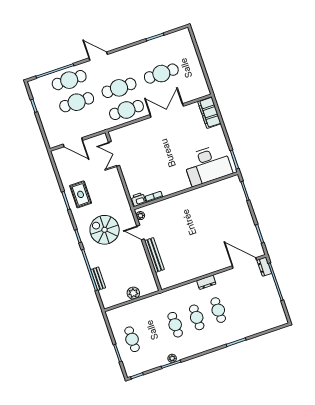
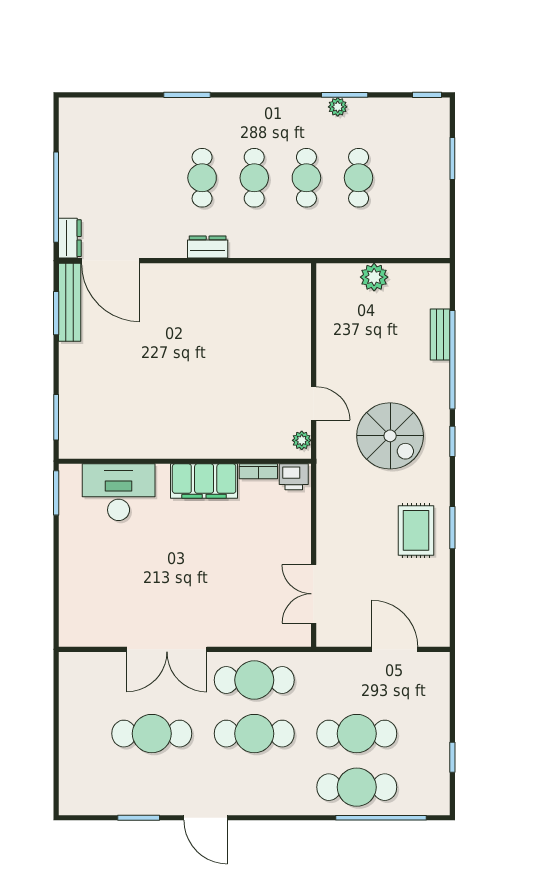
door: (98, 56) -> (206, 818), moved
filing cabinet: (209, 113) -> (204, 481), moved, turned 90
double door: (114, 154) -> (314, 594), swing flipped
desk: (208, 165) -> (119, 492), width x0.73, depth x0.77
bench: (154, 255) -> (70, 302), moved
cafe table: (132, 339) -> (359, 178), moved

